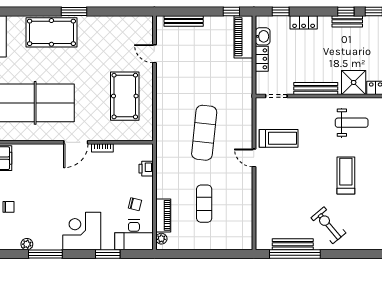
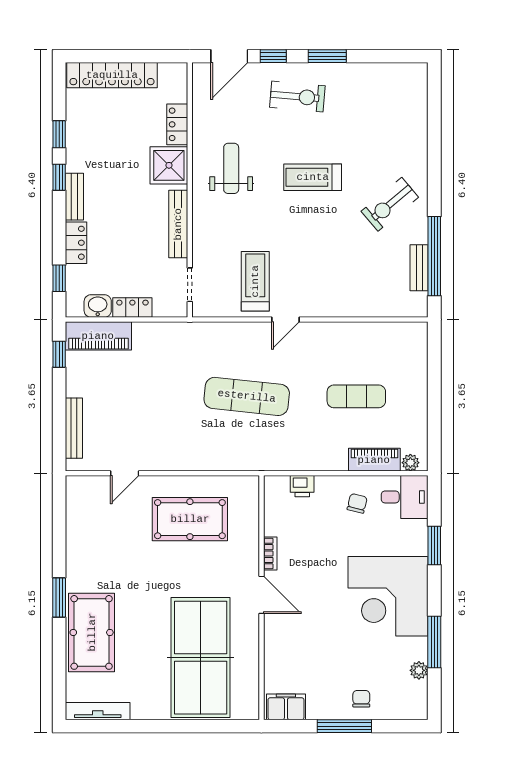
bench: (347, 21) -> (74, 197), moved
corner desk: (82, 231) -> (388, 596), width x1.36, depth x1.36
desk: (134, 235) -> (405, 497), width x0.73
bench: (293, 244) -> (419, 268), width x0.73

